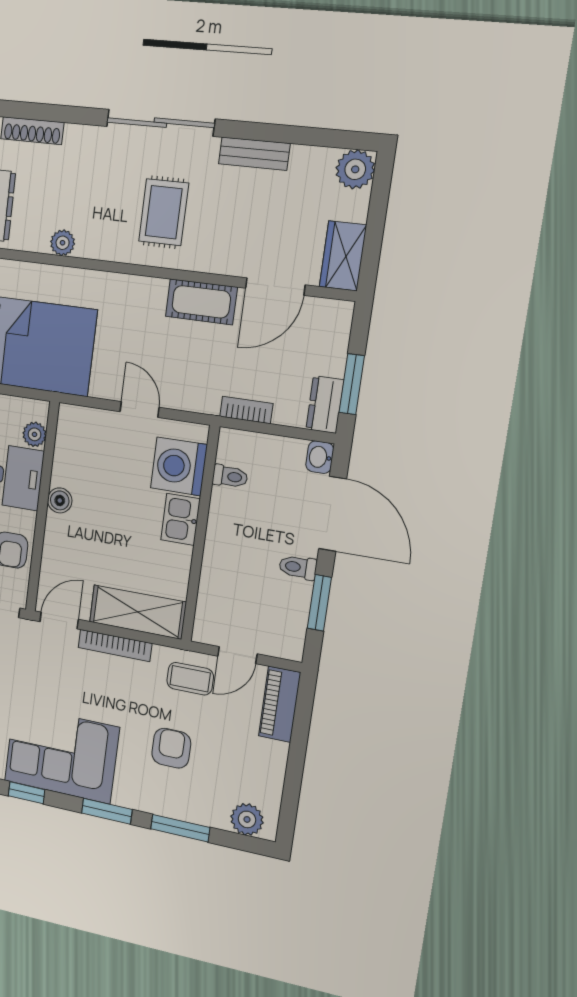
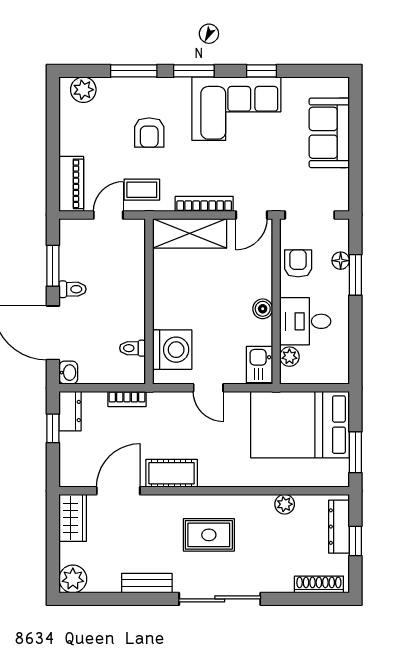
rug: (164, 212) -> (209, 535), turned 90
window: (352, 384) -> (53, 428), width x0.67
kitchen sink: (180, 519) -> (259, 364), moved, turned 180

